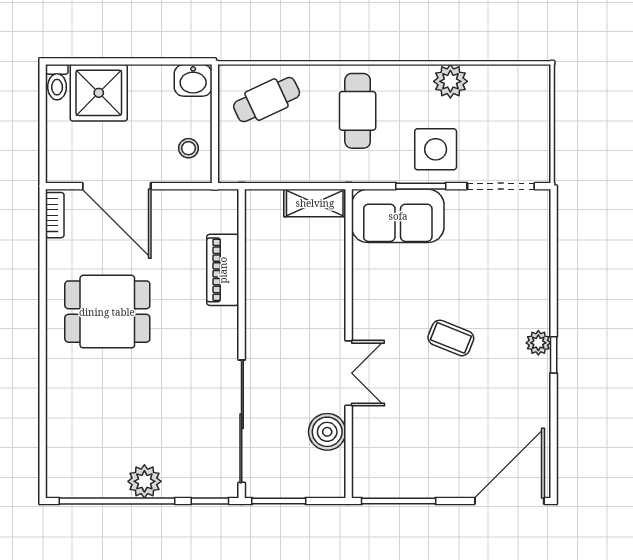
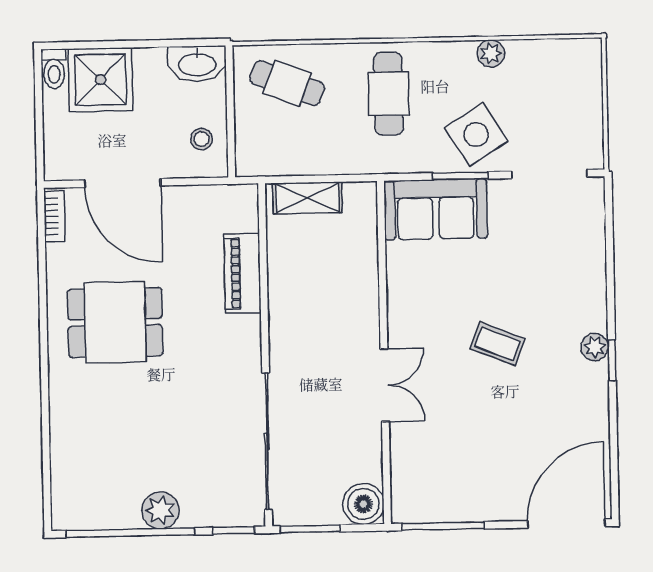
washbasin: (193, 80) -> (197, 64), width x1.38
plant: (450, 81) -> (491, 53), width x0.73, depth x0.73
cafe table: (267, 100) -> (287, 83), turned 46
side table: (436, 149) -> (476, 135), turned -32
shelving: (315, 203) -> (307, 198), moved
boiler: (327, 432) -> (363, 504), moved

